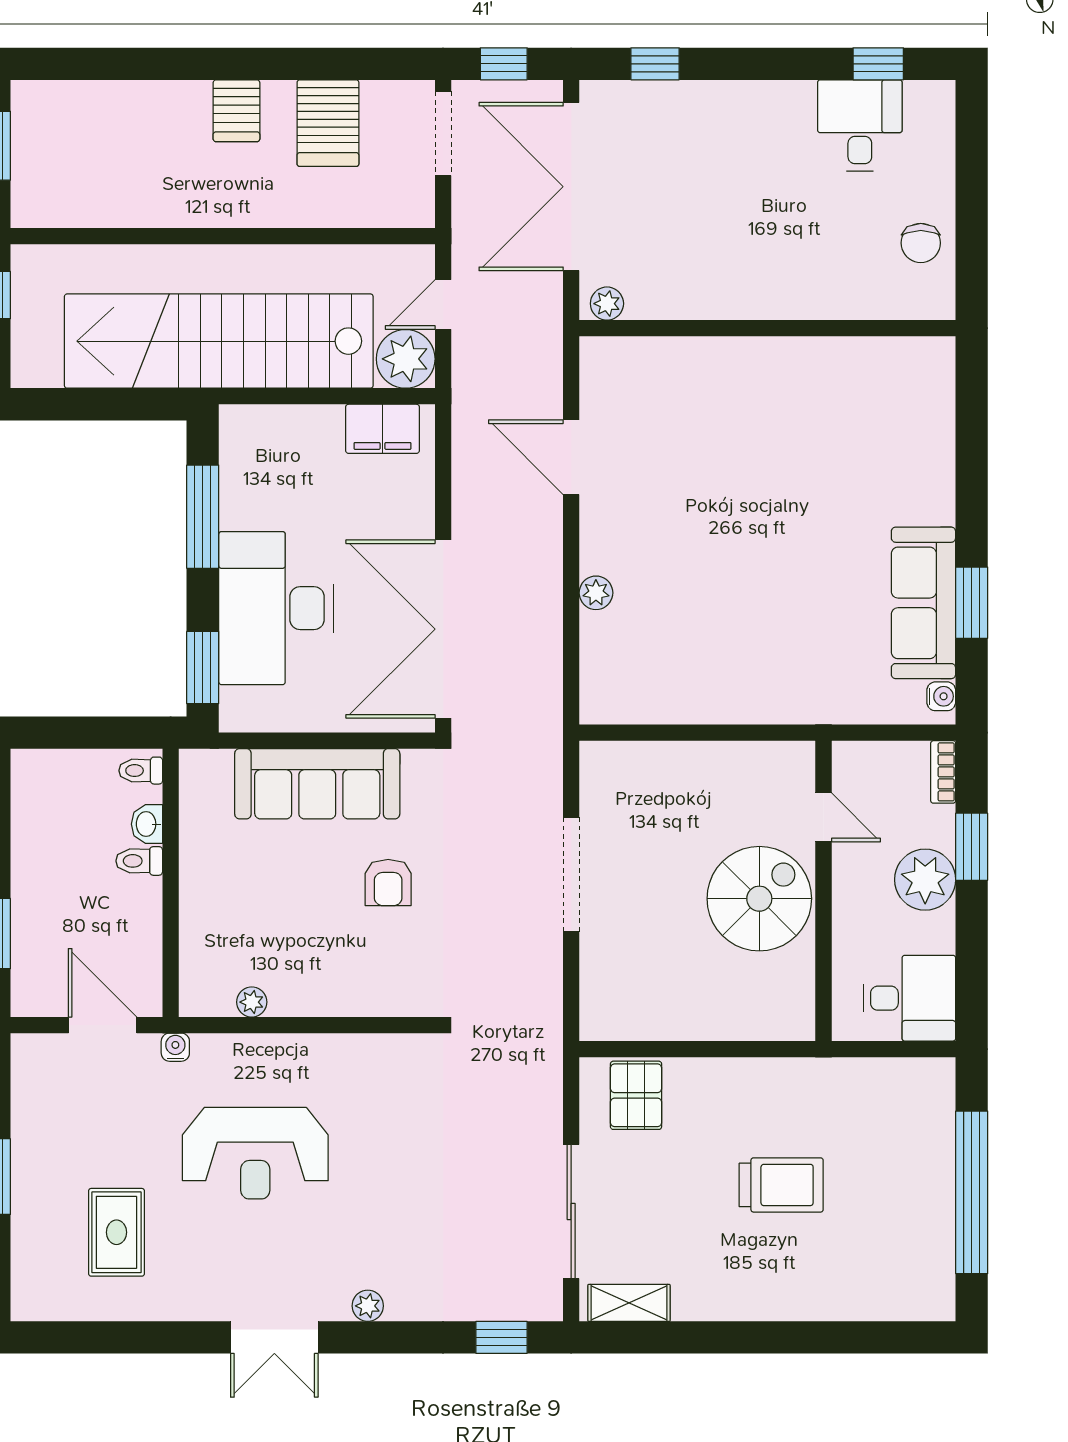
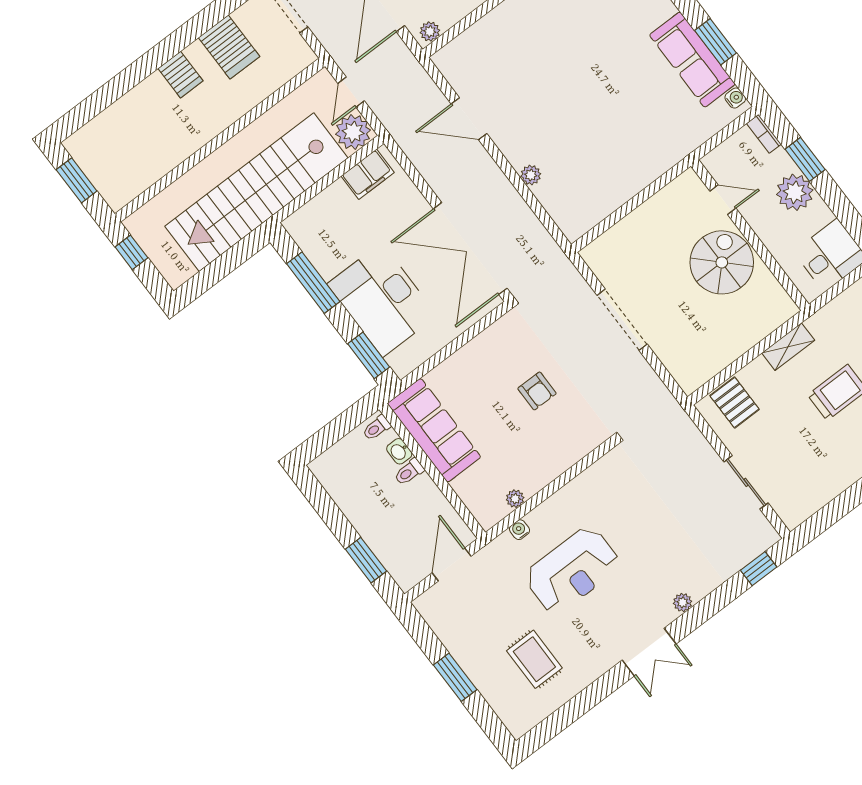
sofa: (317, 784) -> (434, 430), moved, turned -90
door: (103, 1025) -> (452, 565), hinge flipped
water cooler: (175, 1047) -> (519, 530), moved
sliding door: (571, 1212) -> (746, 482), width x0.73
shelving: (629, 1303) -> (788, 347), moved

